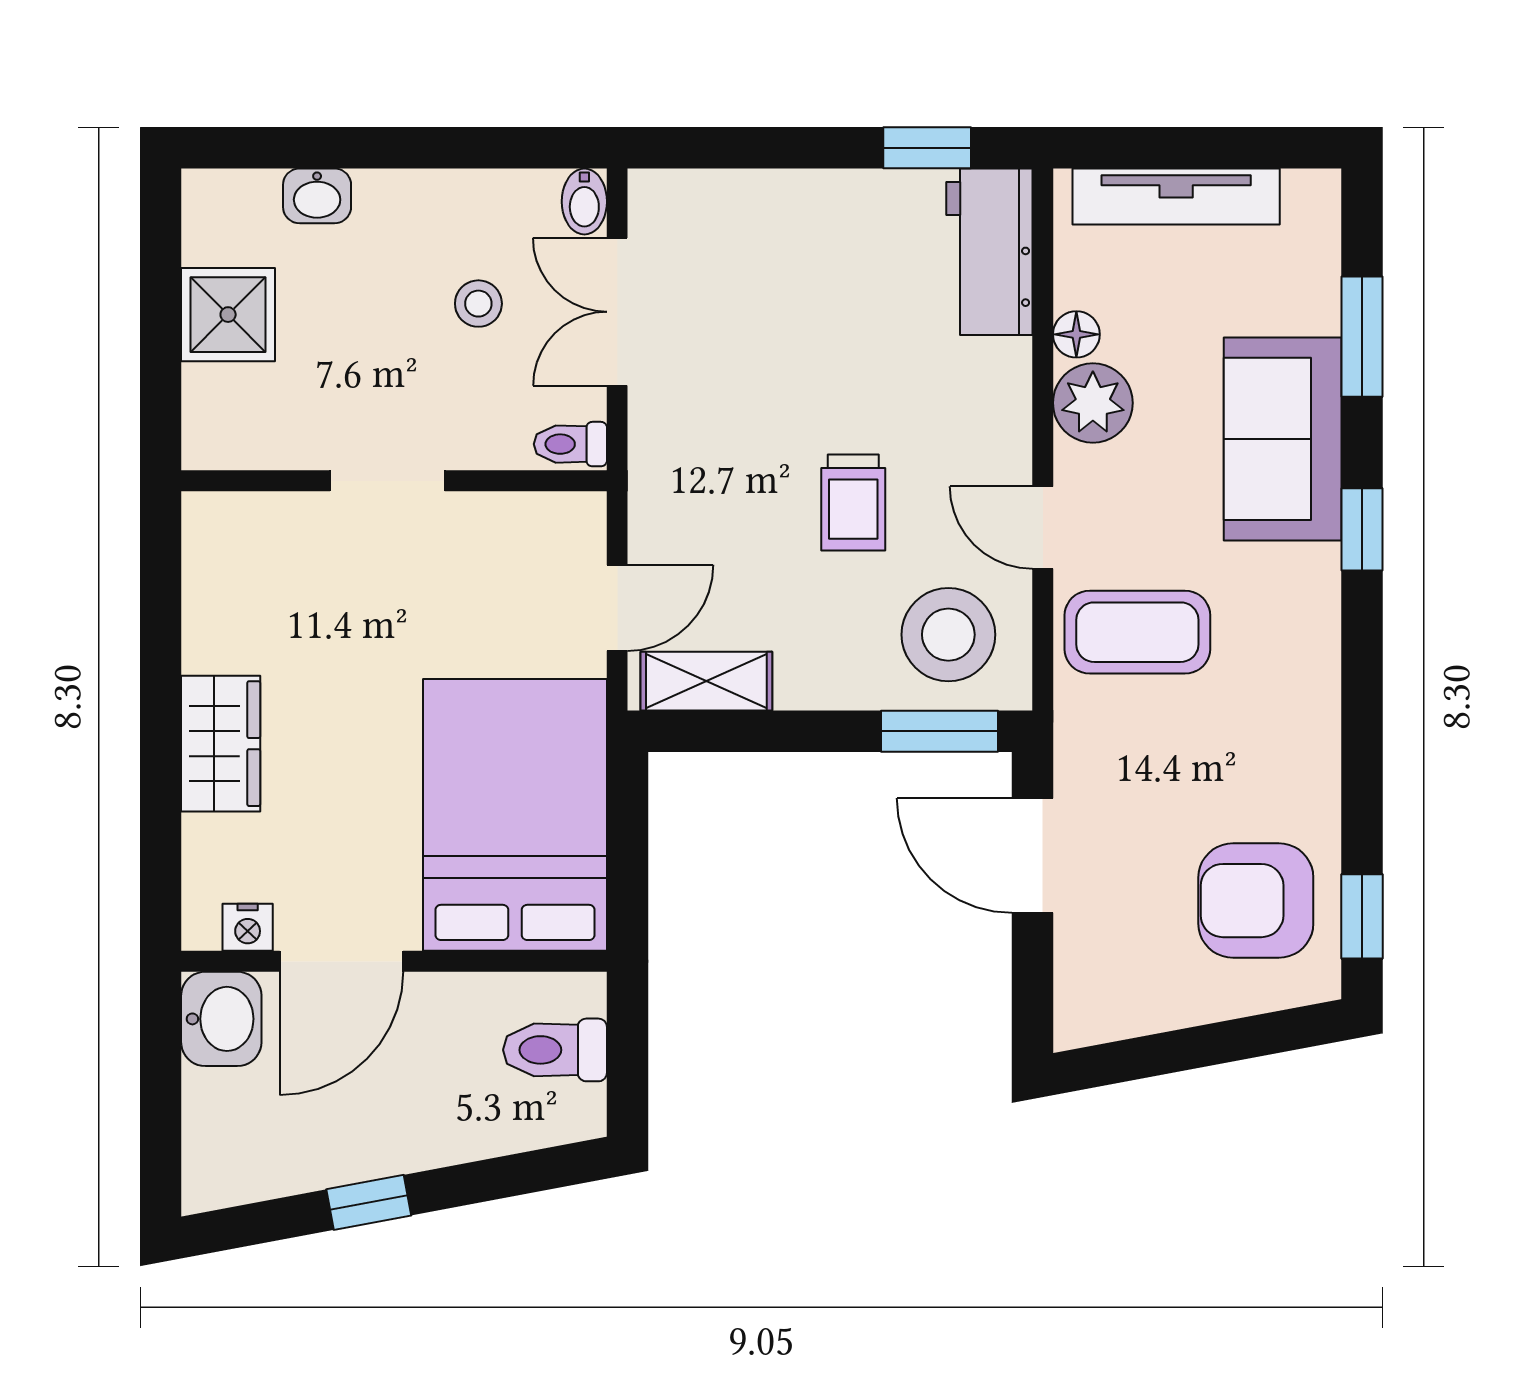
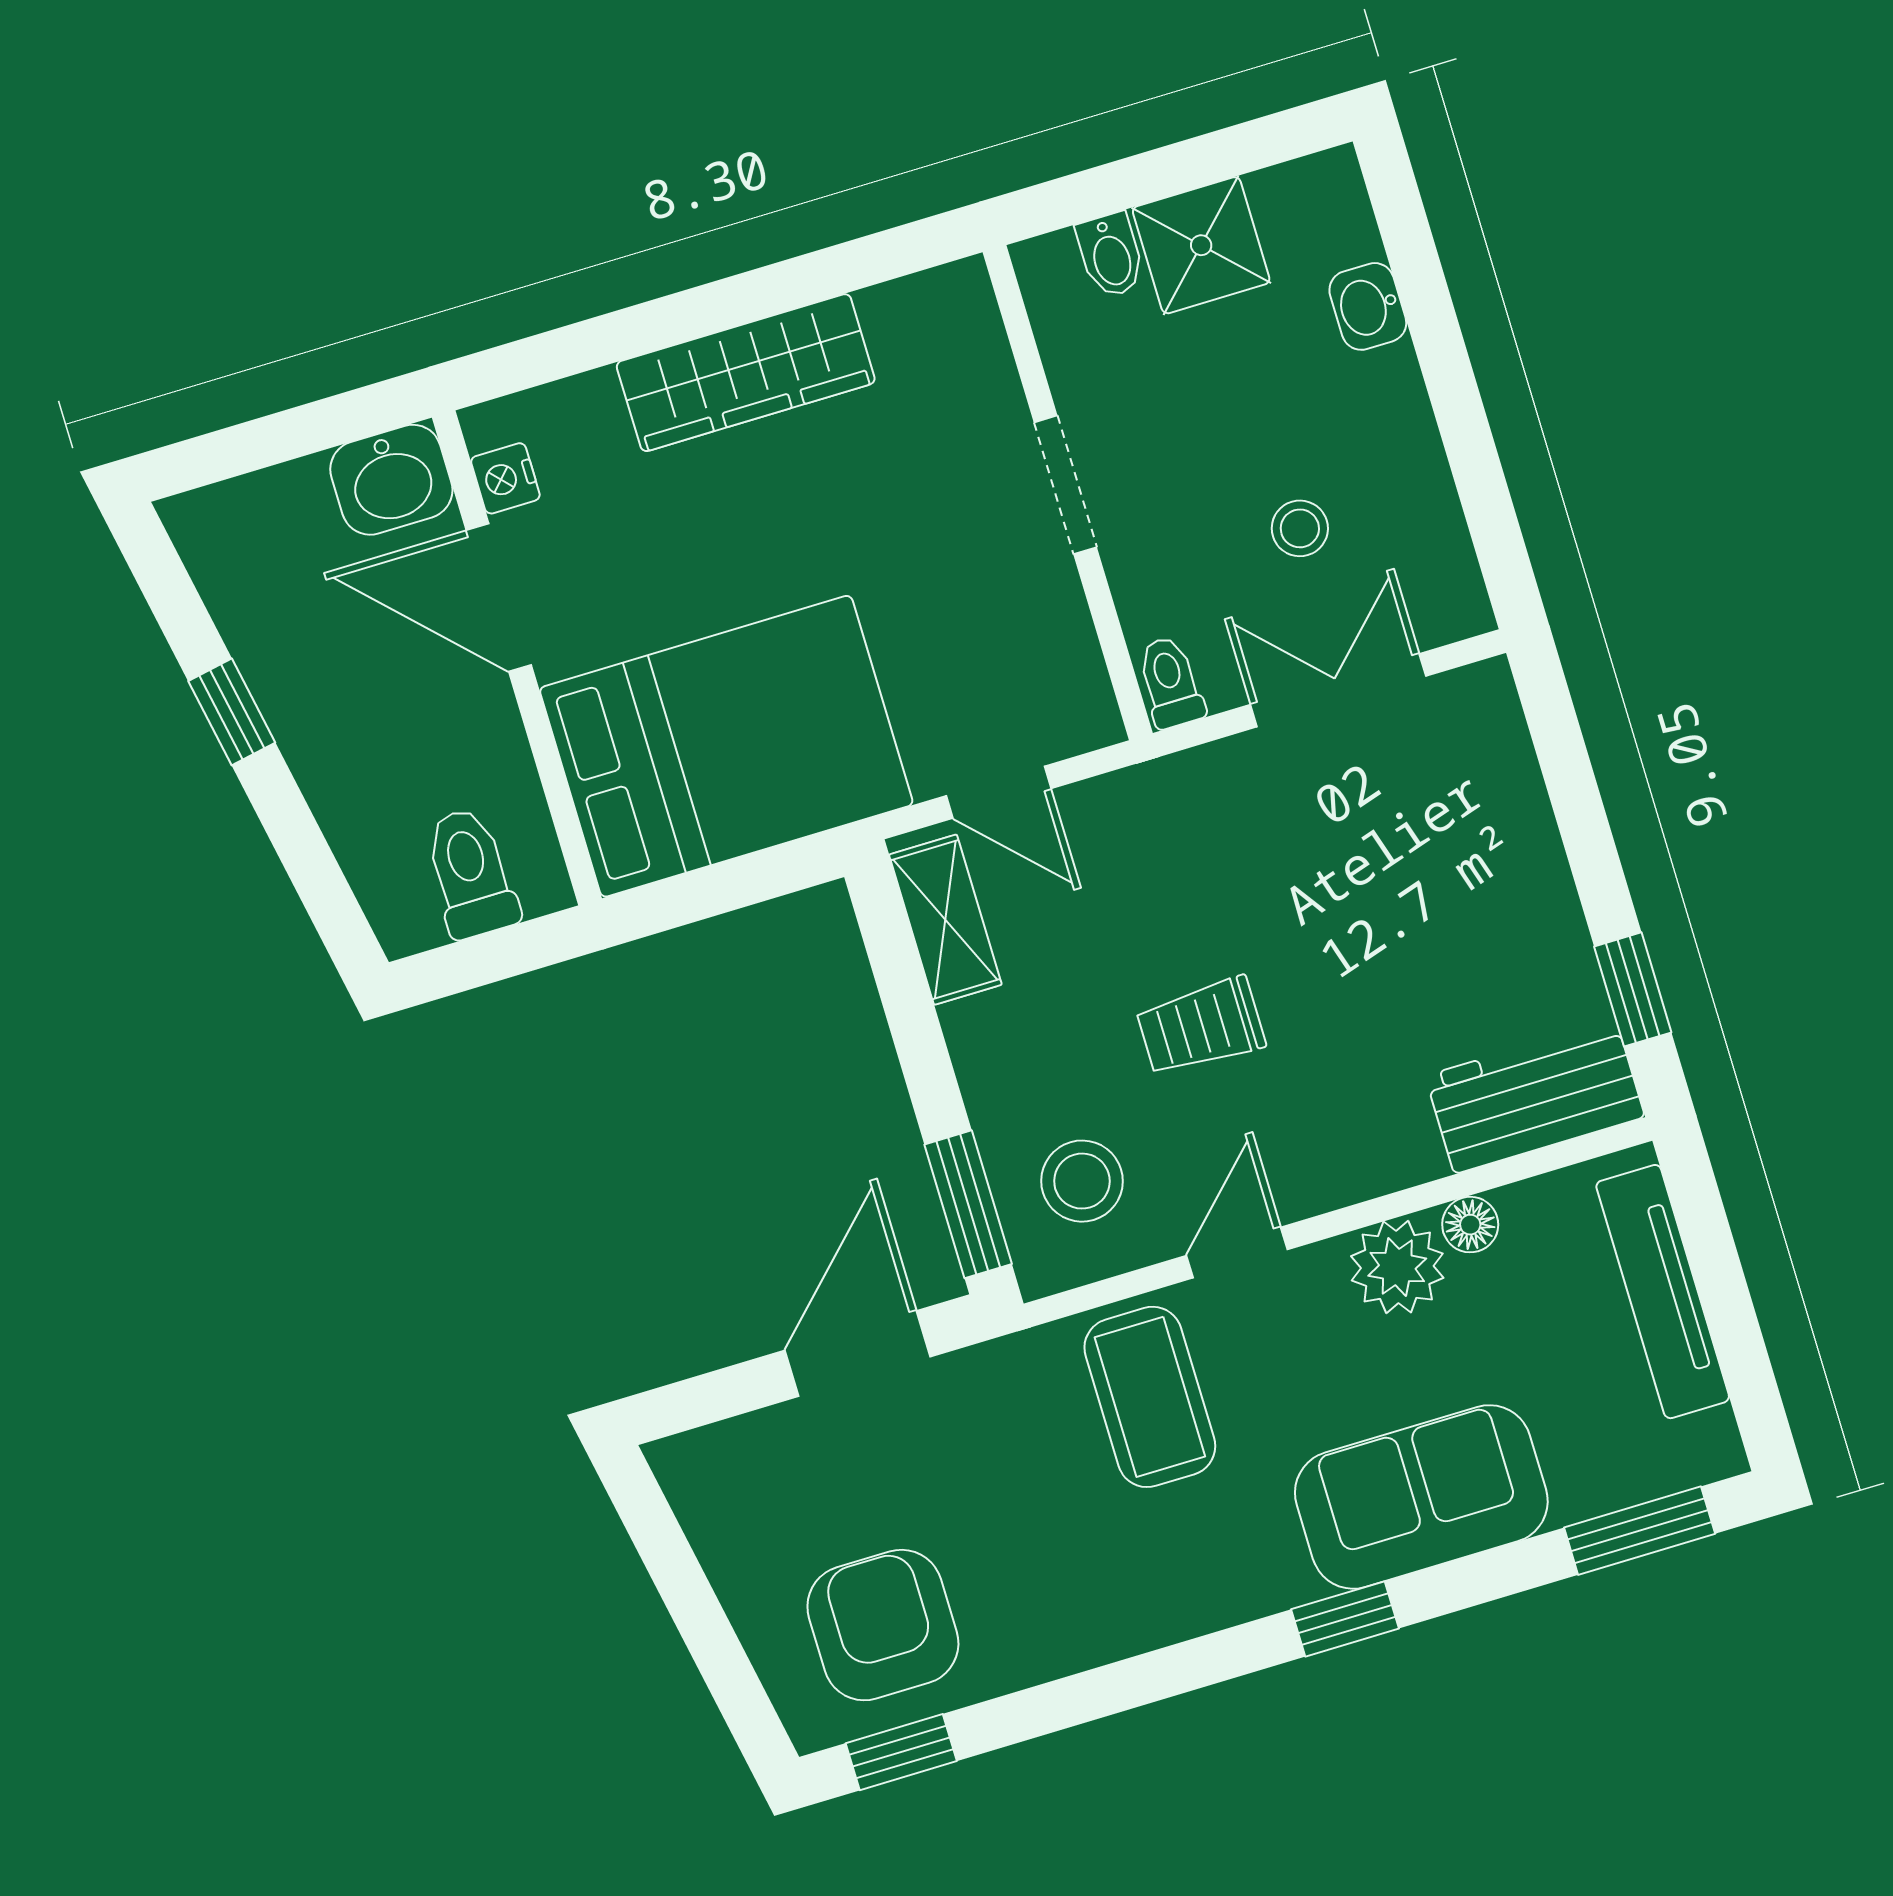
bidet: (584, 202) -> (1111, 255), moved, turned -90
window: (1362, 337) -> (1640, 1531), moved
stool: (948, 635) -> (1082, 1181), width x0.73, depth x0.73
wardrobe: (221, 744) -> (746, 373), width x1.50

